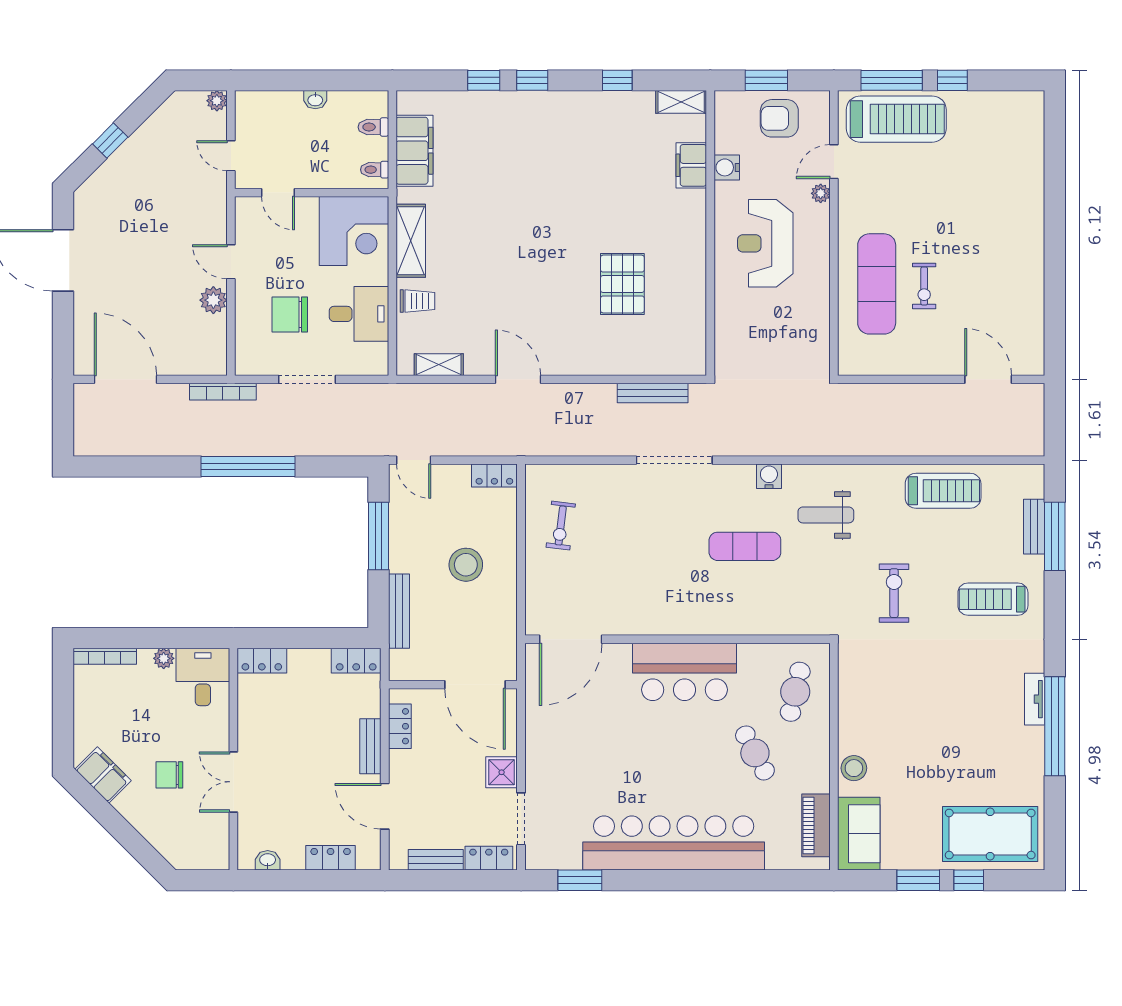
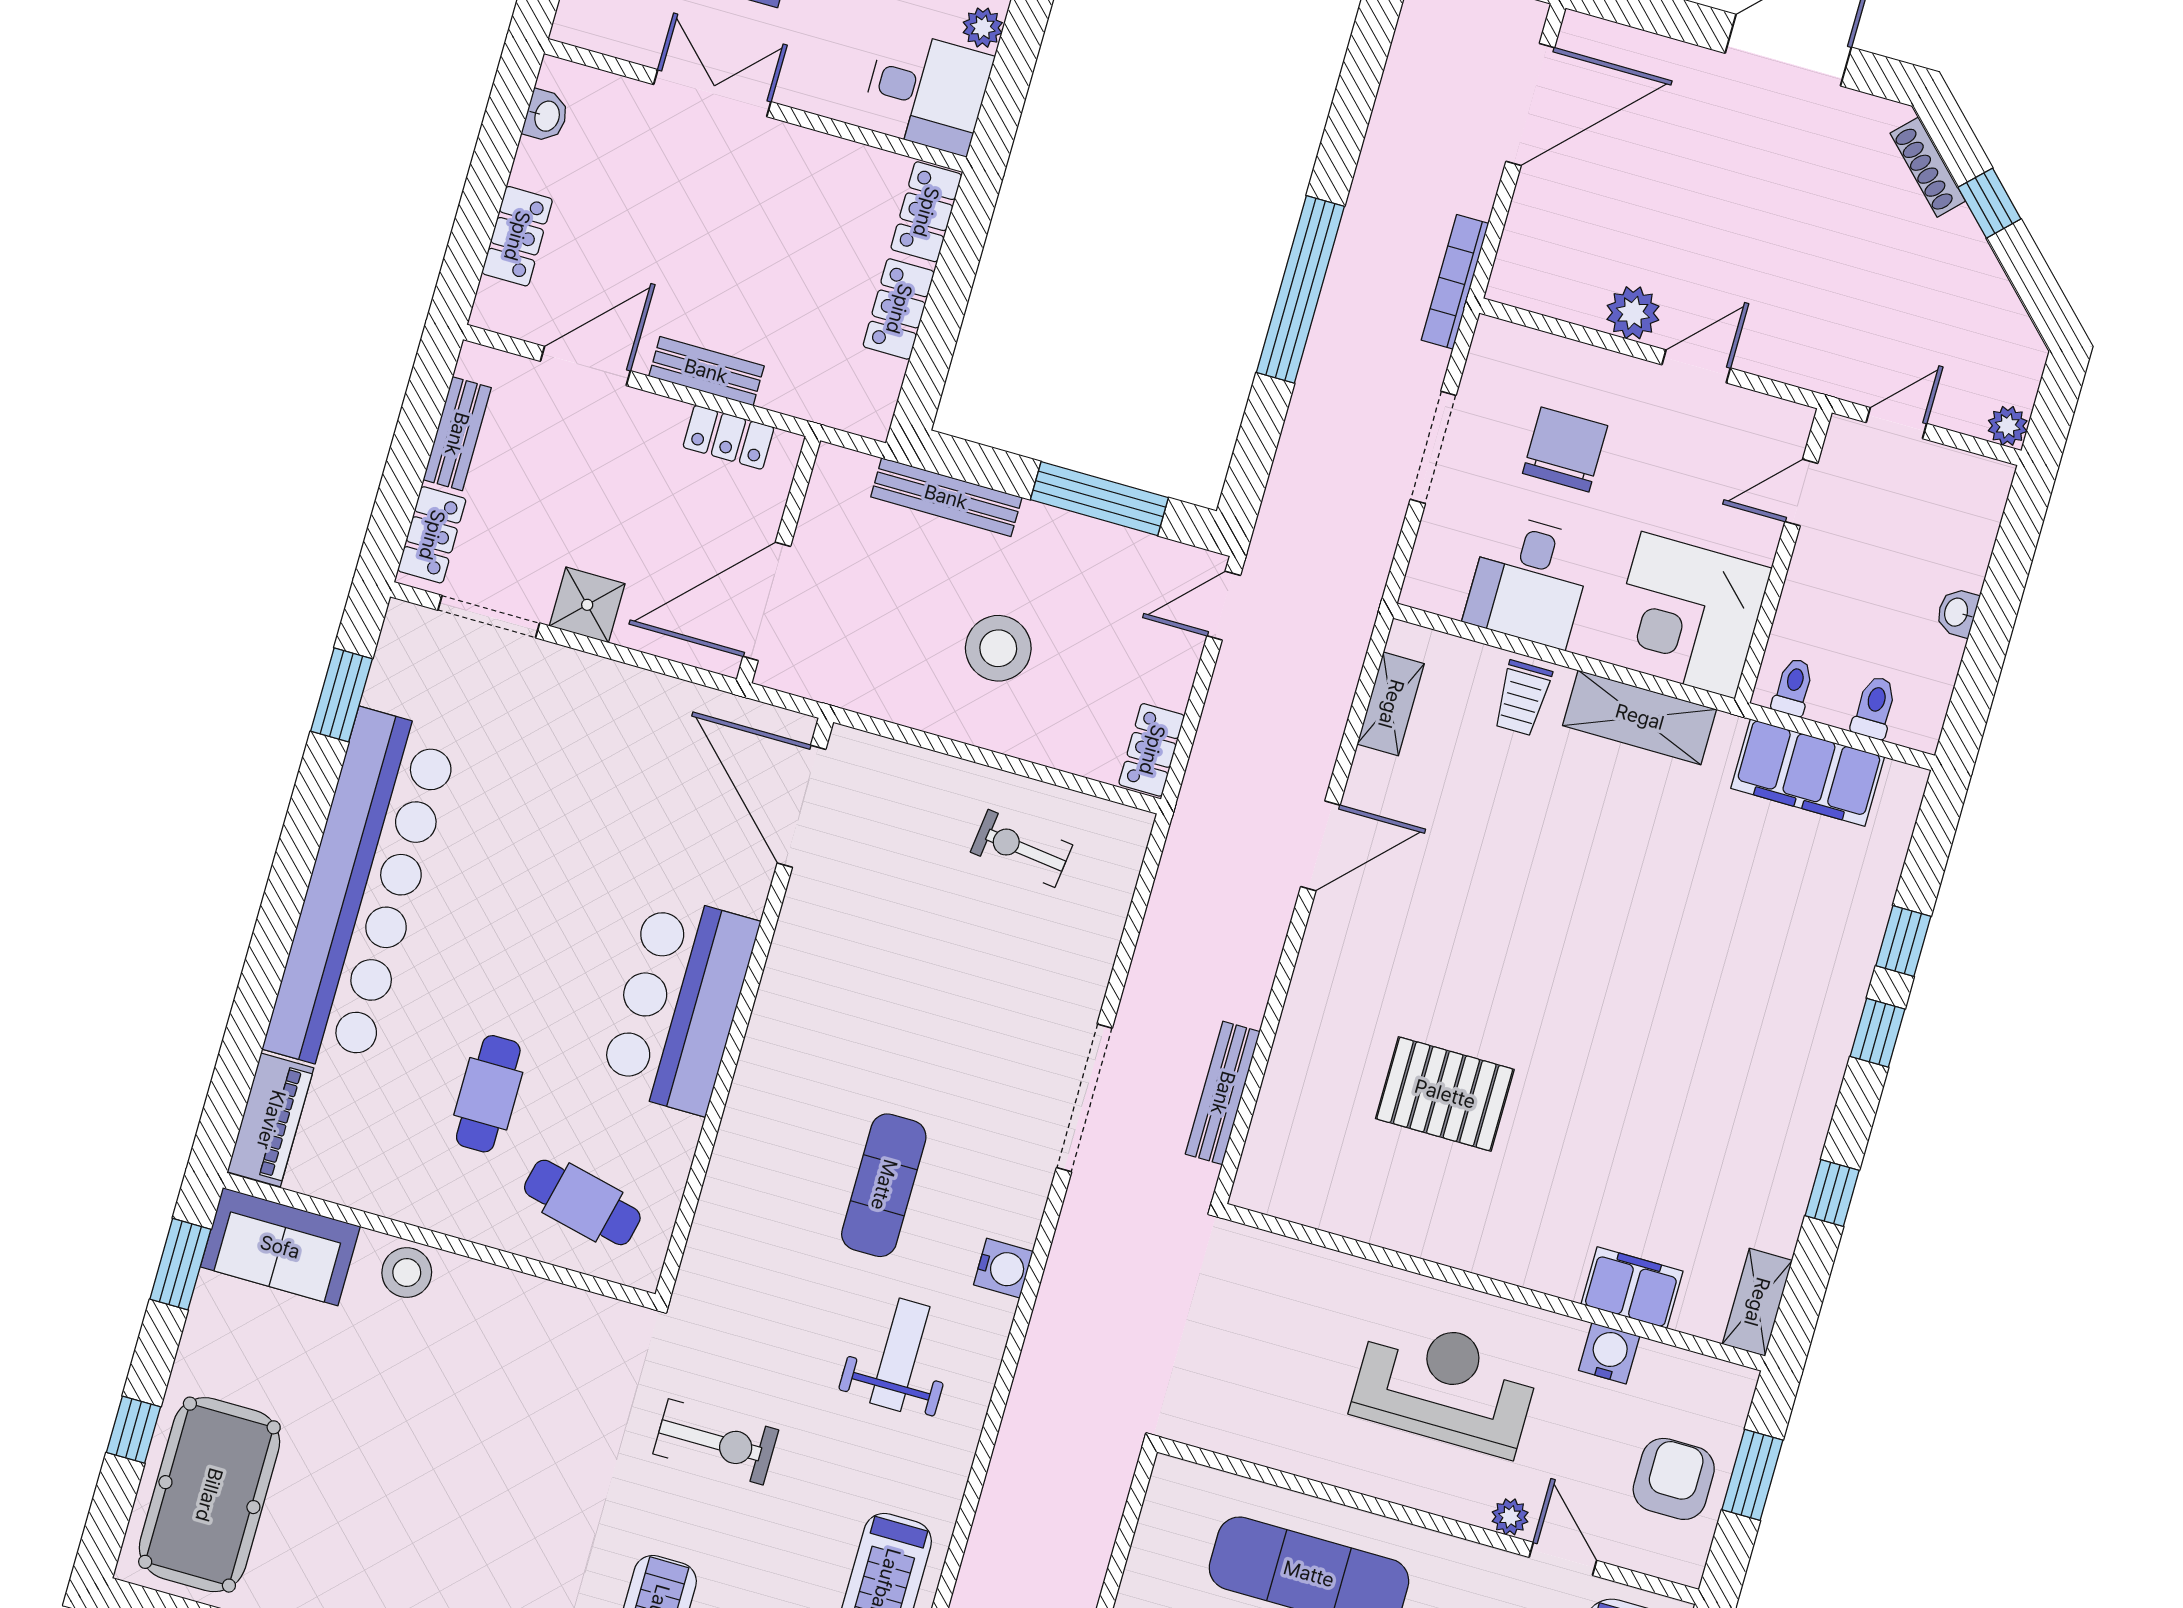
shoe rack: (101, 176) -> (1928, 167), added
locker: (356, 661) -> (899, 309), moved
cafe table: (755, 753) -> (488, 1094), turned -62
piano: (816, 825) -> (271, 1120), moved, turned 90
window: (918, 880) -> (180, 1264), moved

